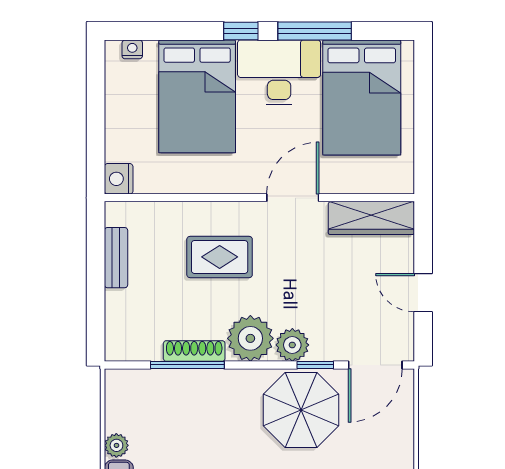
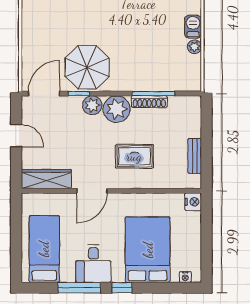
desk: (279, 72) -> (93, 264), width x0.73
bed: (362, 98) -> (44, 249), width x0.67

